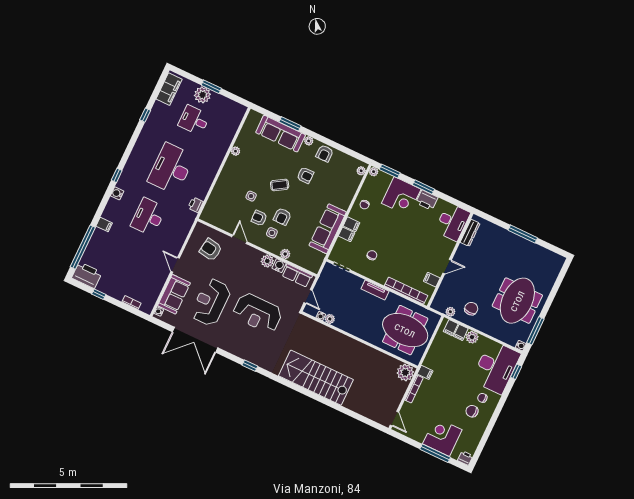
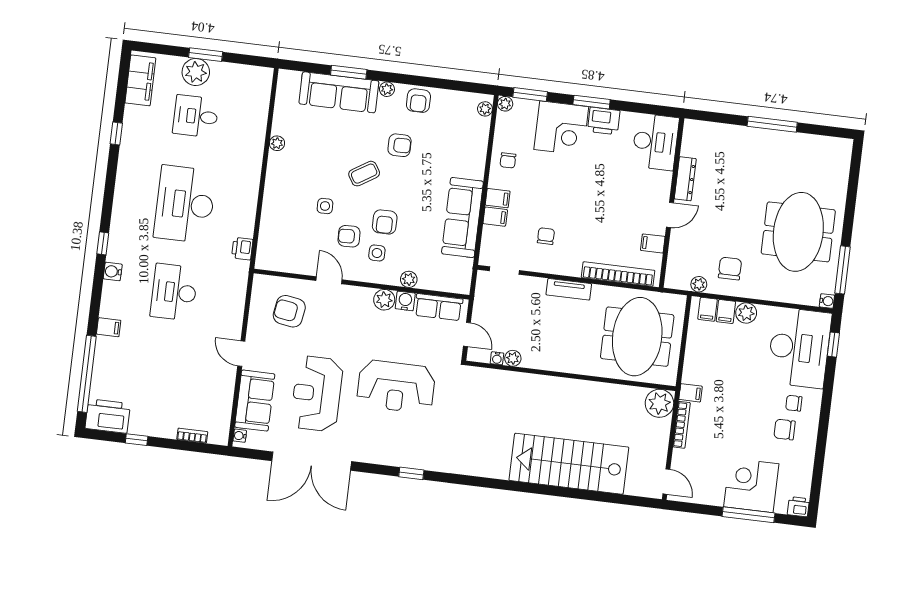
dresser: (470, 233) -> (685, 179), moved
meeting table: (405, 330) -> (637, 337), turned 90
stairs: (316, 378) -> (569, 464), moved

